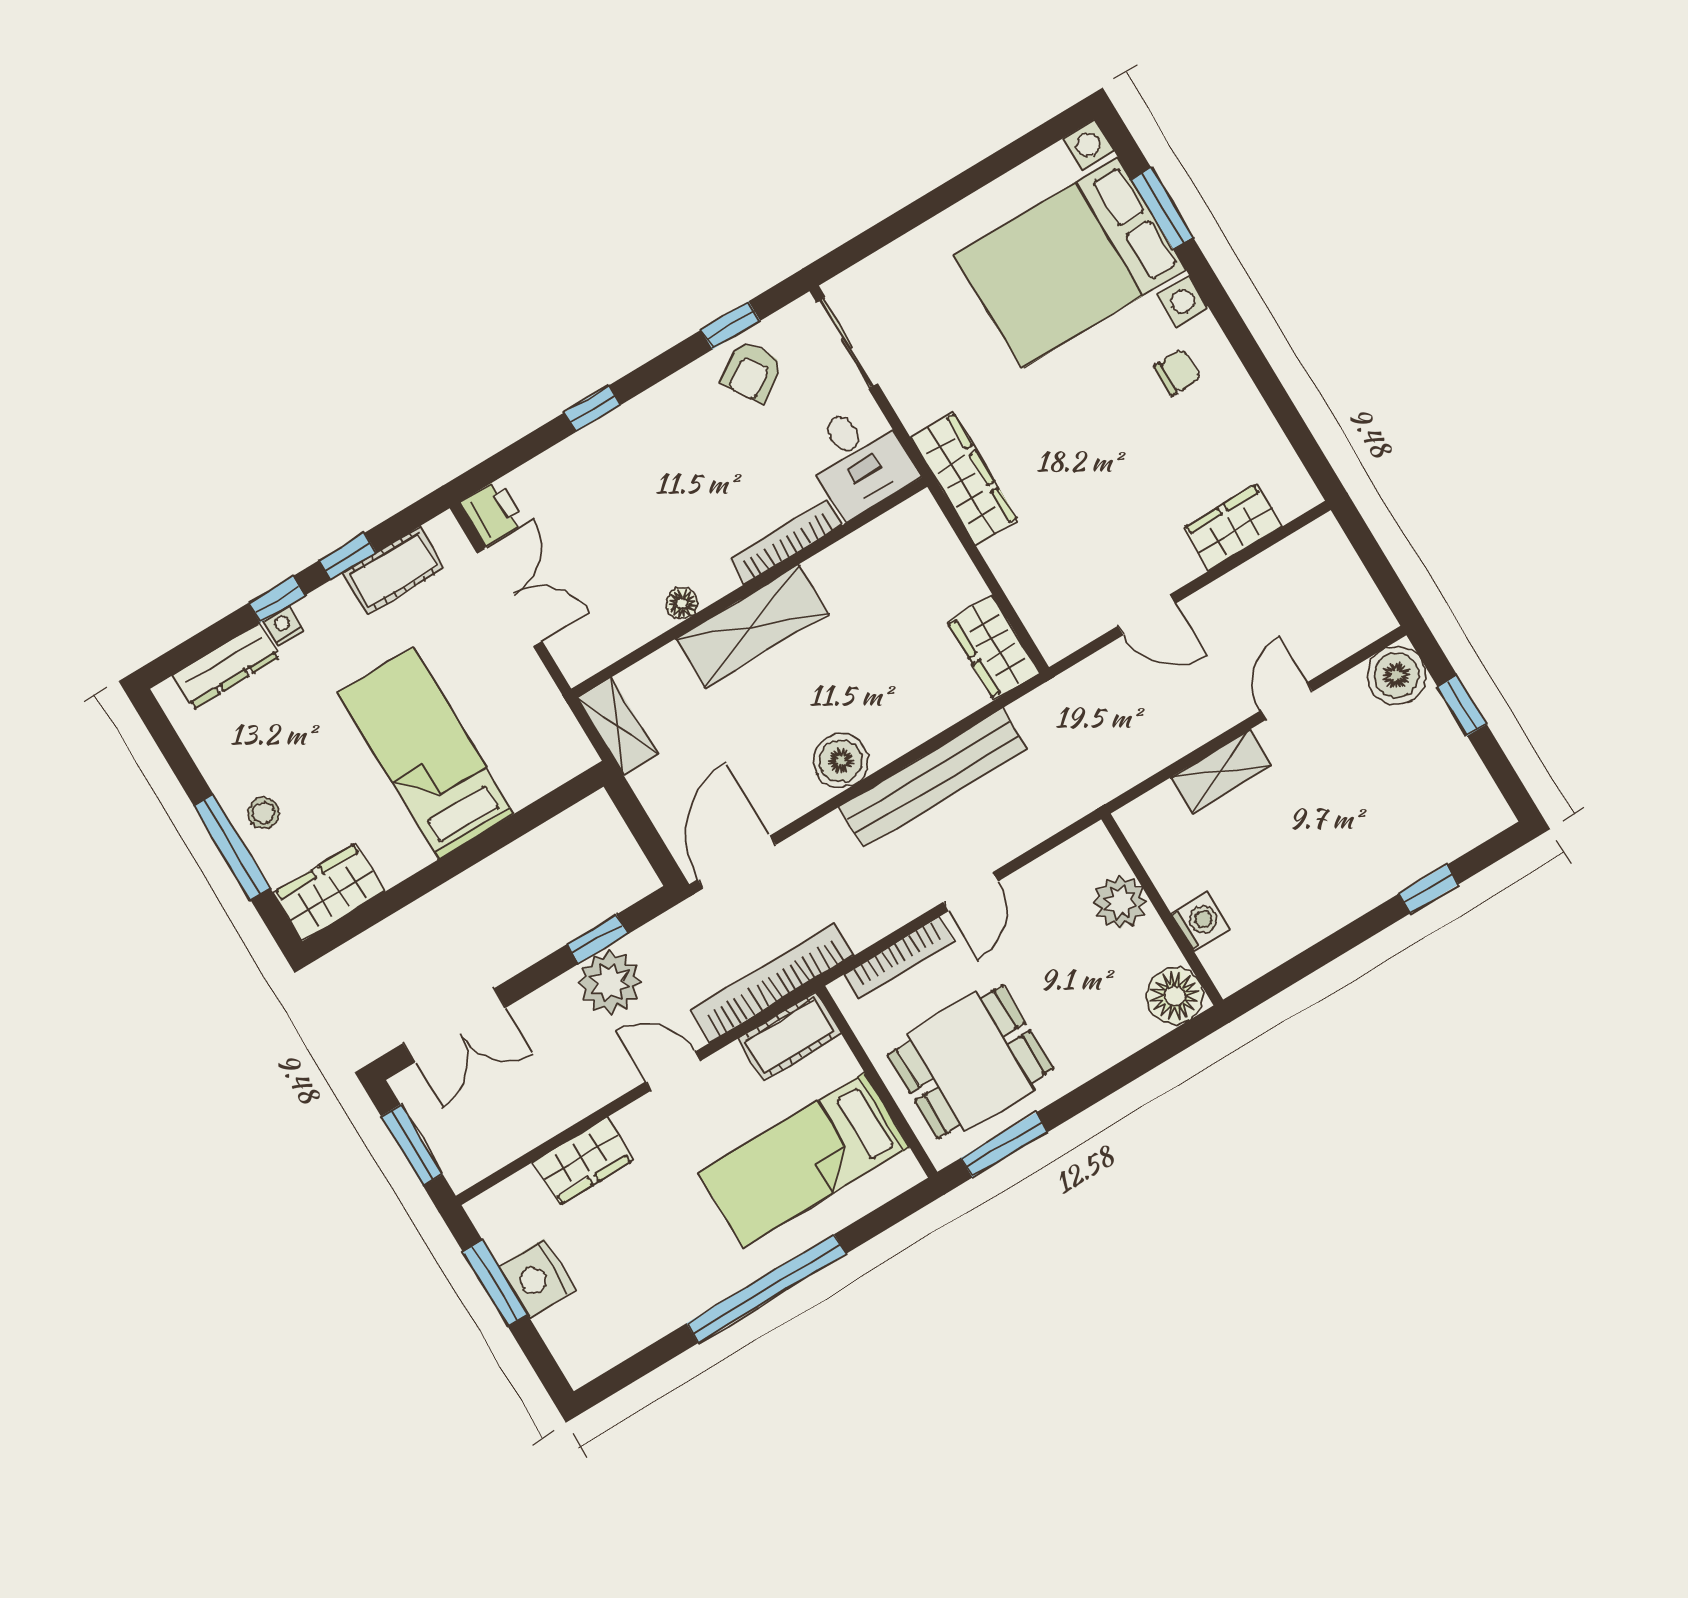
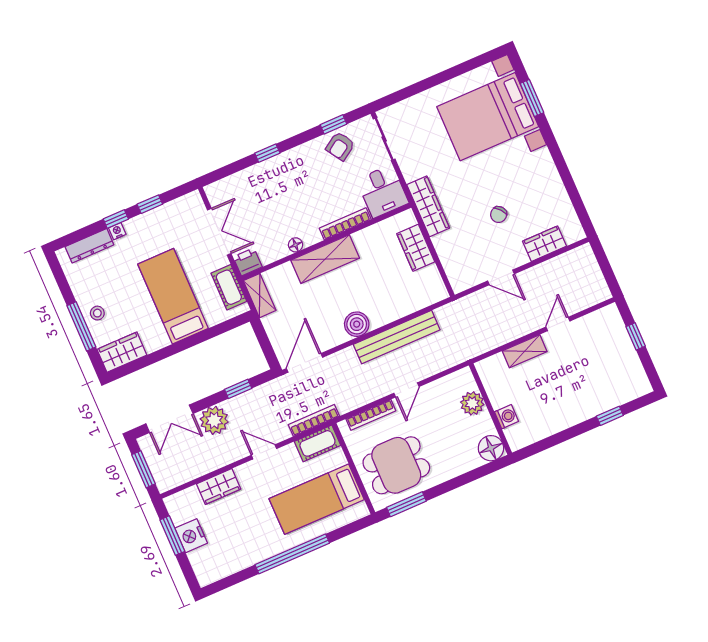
chair: (1177, 372) -> (499, 215), moved, turned 141
printer: (492, 512) -> (248, 262), moved, turned -90
cot: (394, 570) -> (229, 287), moved, turned 90
wardrobe: (993, 647) -> (416, 248), moved
boiler: (1396, 675) -> (608, 319), removed
plant: (610, 982) -> (214, 420), moved
bookcase: (772, 983) -> (314, 420), width x0.68, depth x0.76

